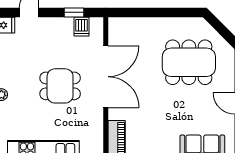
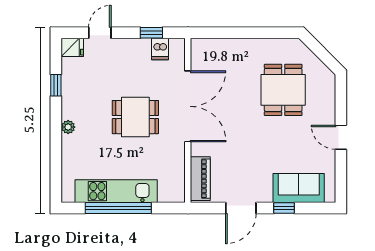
dining table: (189, 62) -> (283, 90), width x0.73

